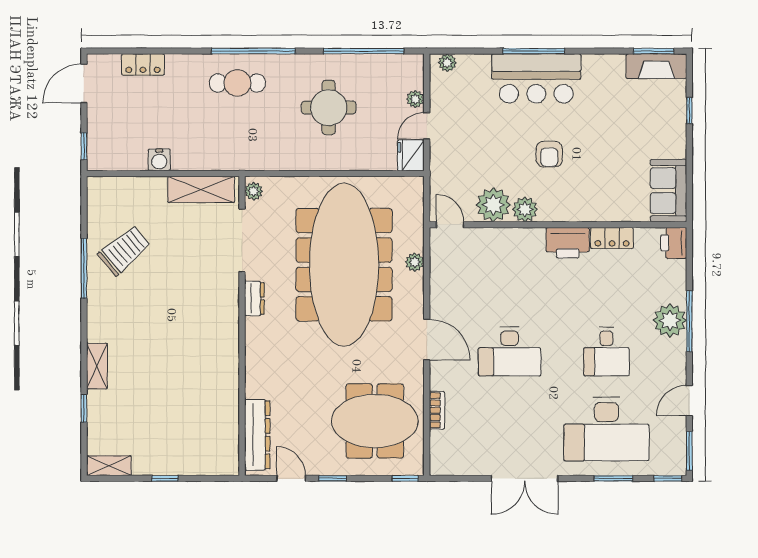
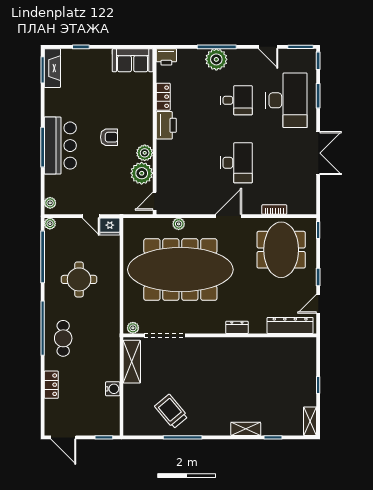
locker: (143, 65) -> (51, 385), moved
plant: (415, 99) -> (50, 224), moved
dresser: (254, 298) -> (237, 327), moved

